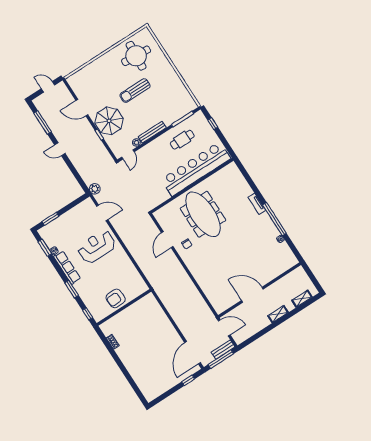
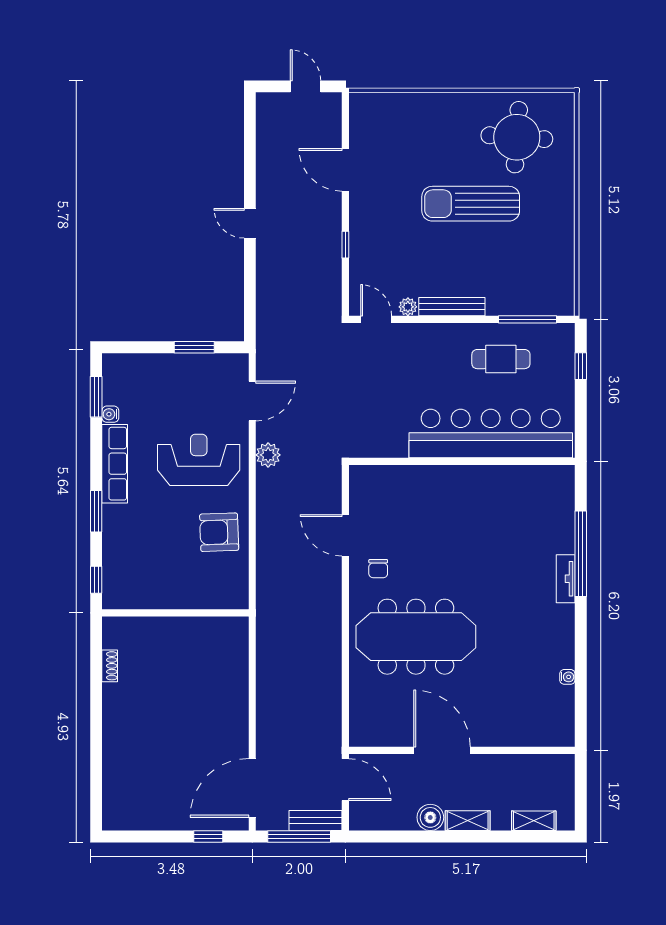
sun lounger: (135, 91) -> (471, 204), width x1.36, depth x1.34
parasol: (109, 121) -> (382, 230), removed
window: (43, 123) -> (250, 149), removed
door: (128, 154) -> (376, 319), swing flipped
plant: (95, 189) -> (268, 455), moved
door: (102, 213) -> (252, 401), hinge flipped
meeting table: (203, 214) -> (416, 637), moved, turned 90
window: (50, 219) -> (194, 347), moved
window: (274, 219) -> (581, 554), moved
door: (167, 240) -> (345, 535), hinge flipped
armchair: (116, 298) -> (219, 532), moved
boiler: (264, 322) -> (430, 817), added

